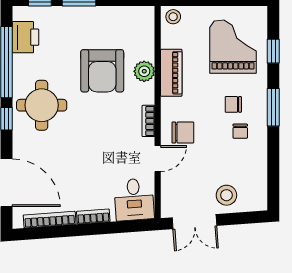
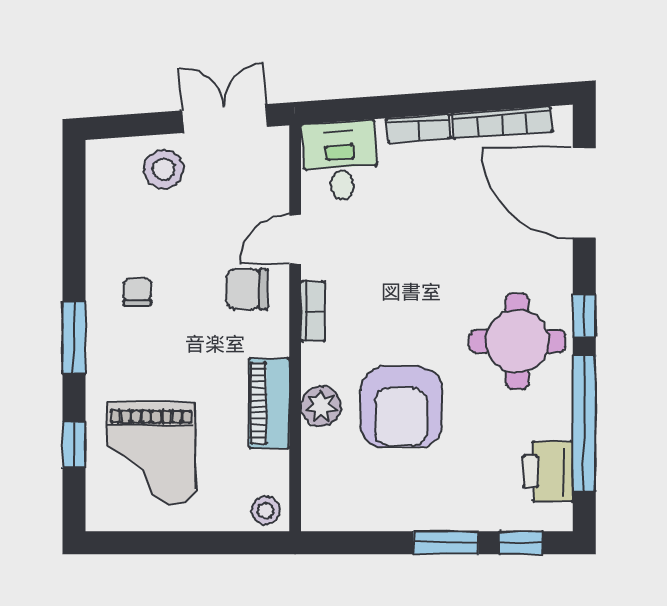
armchair: (102, 71) -> (401, 407), turned 180
chair: (233, 104) -> (151, 343), removed

